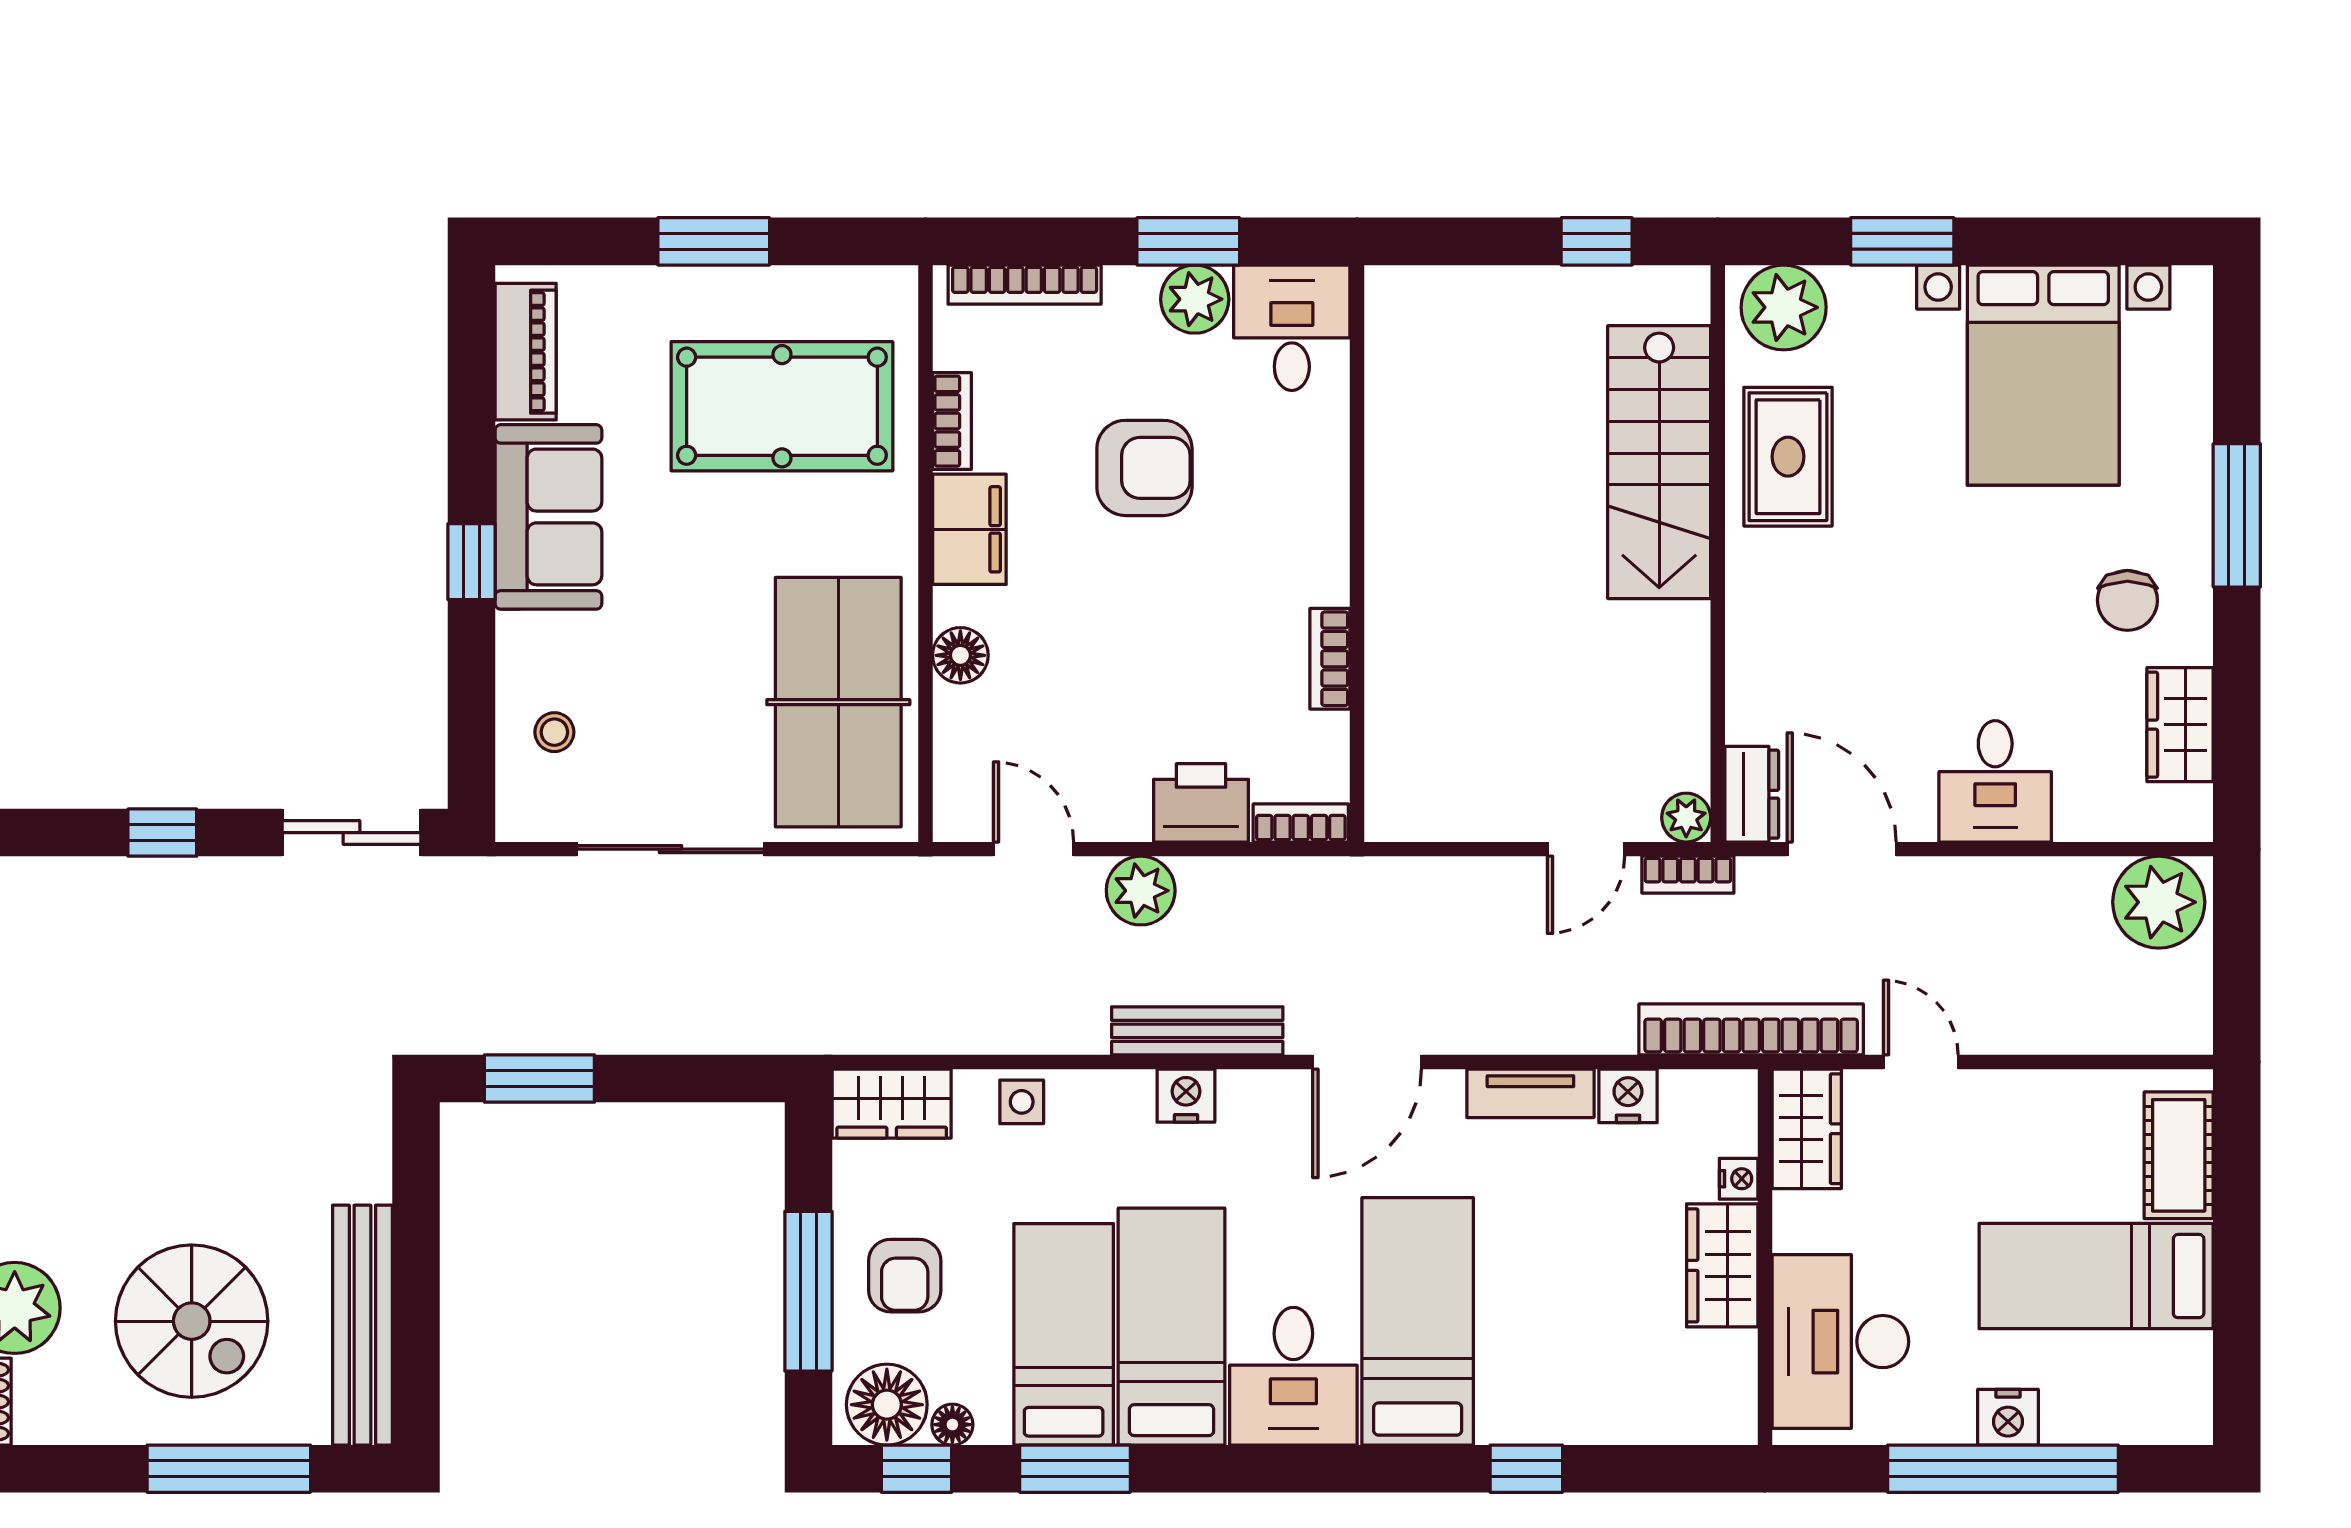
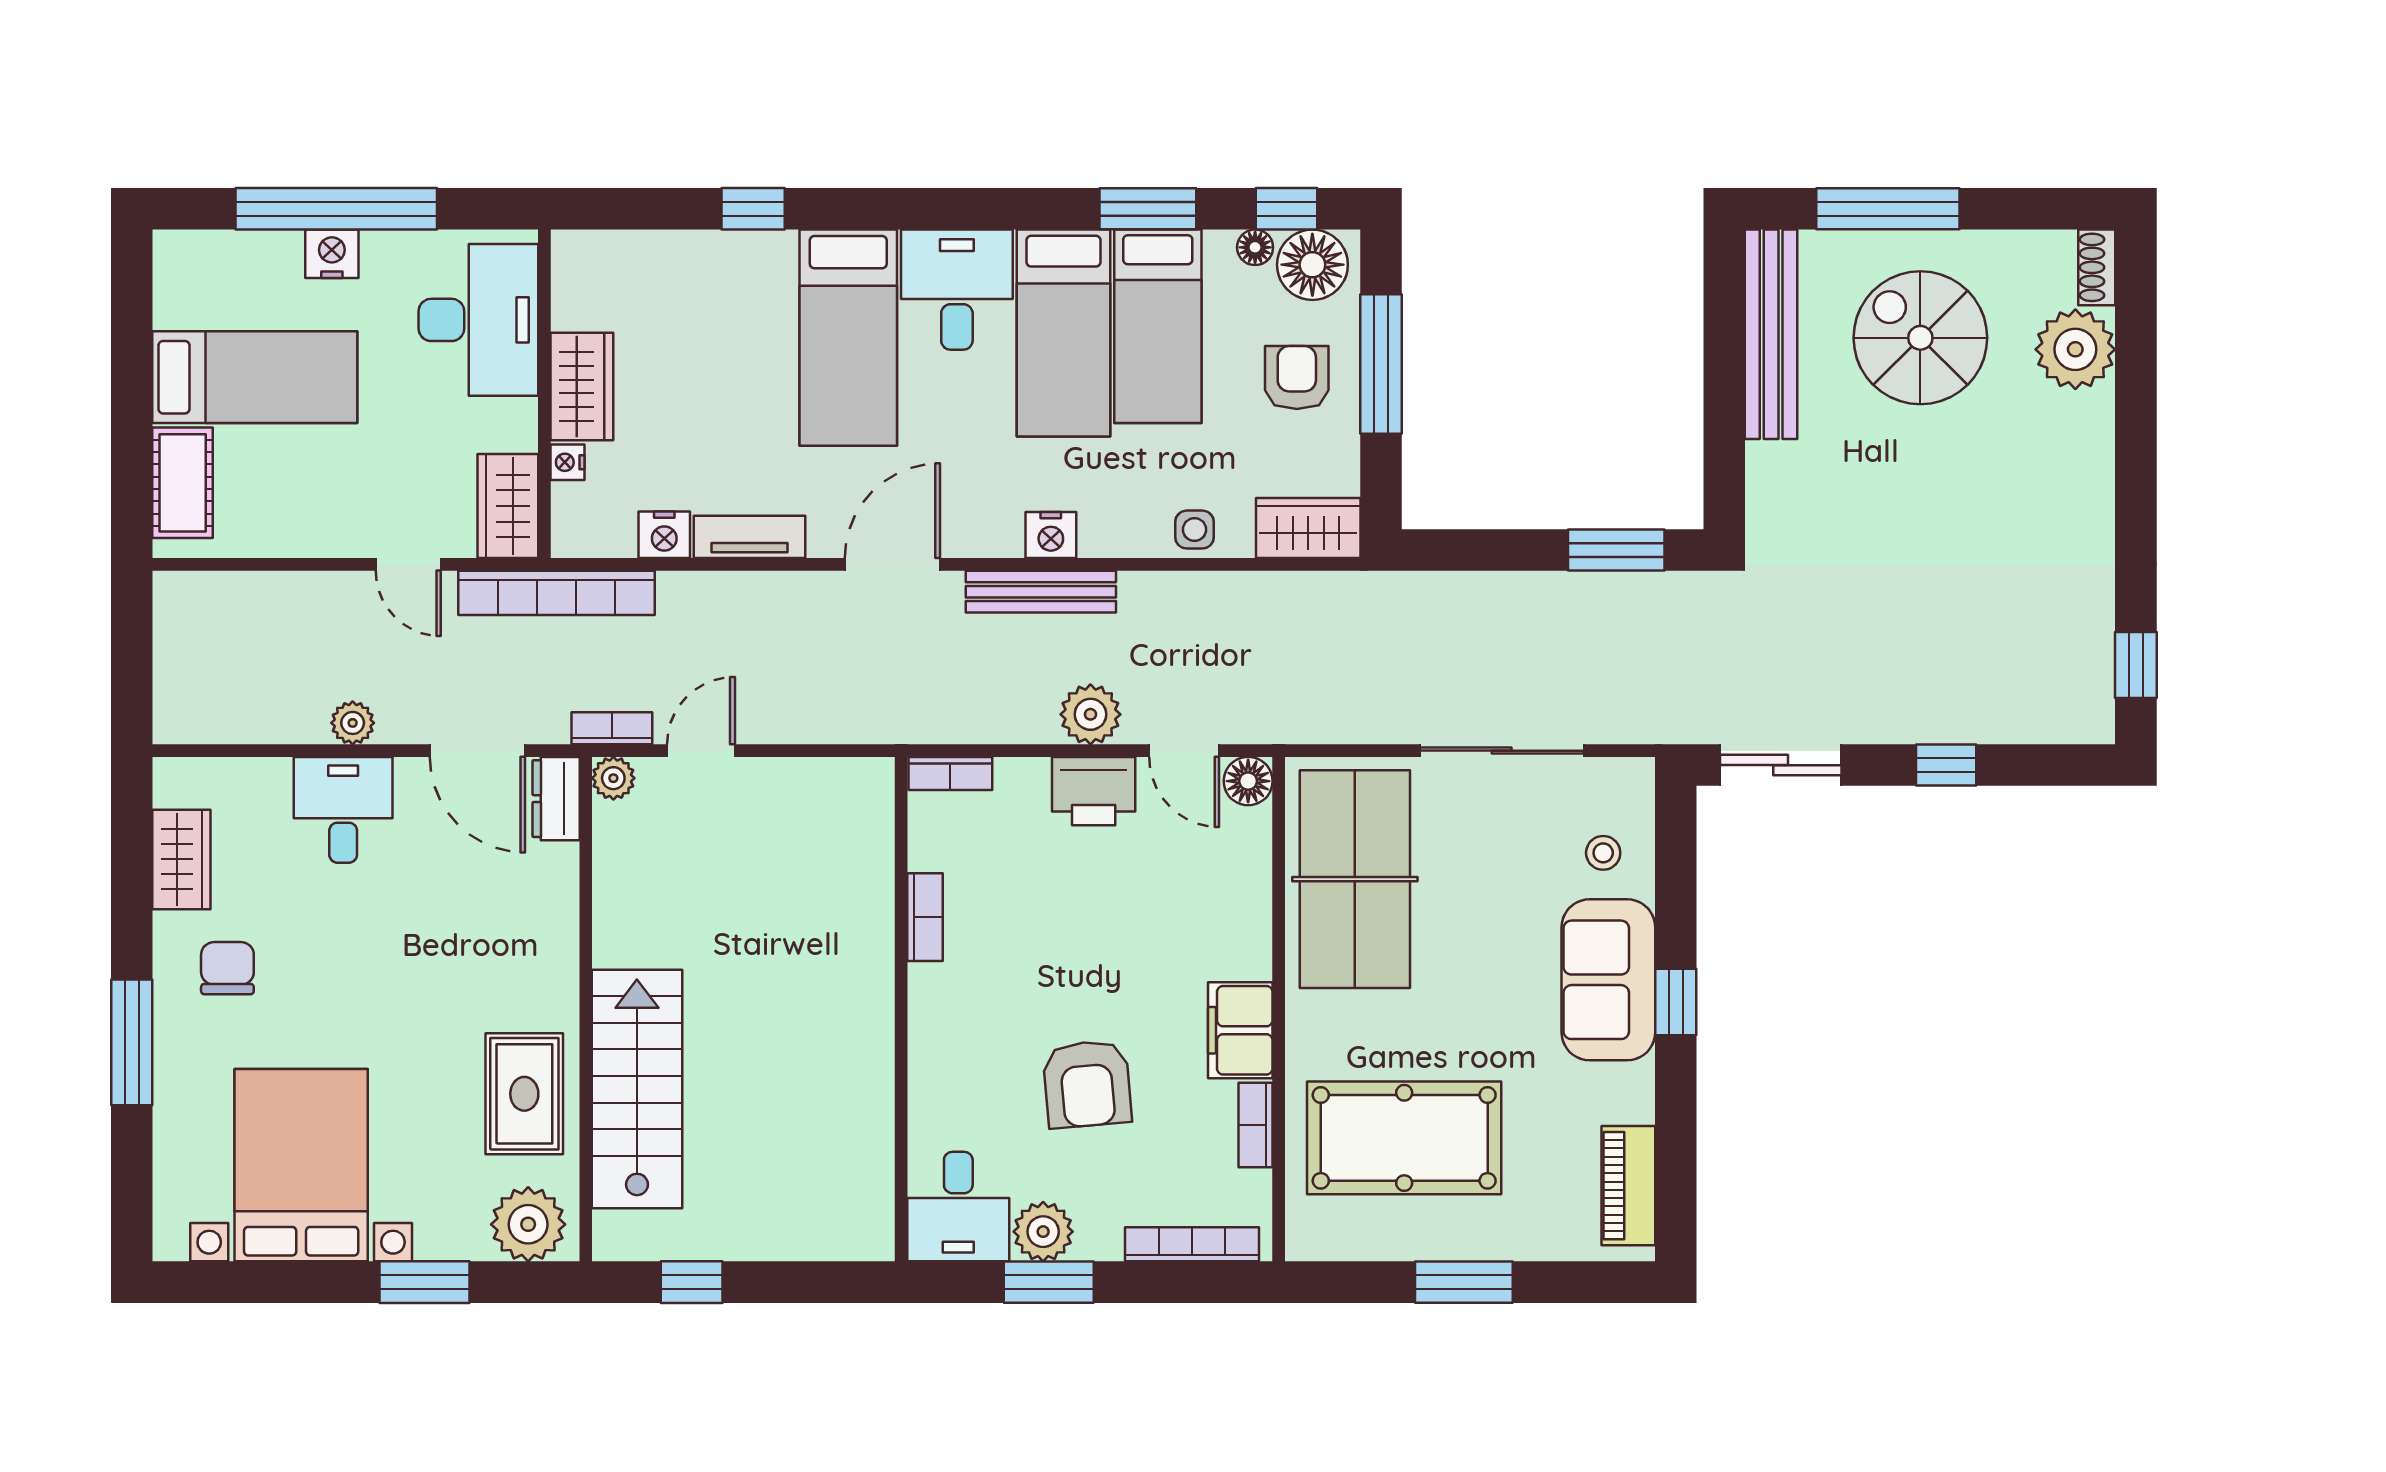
armchair: (1144, 468) -> (1087, 1084), turned -95
sofa: (548, 517) -> (1608, 980), moved
floor lamp: (960, 655) -> (1248, 781), moved
printer: (1201, 803) -> (1094, 791), moved
plant: (2159, 902) -> (353, 723), moved, width x0.53, depth x0.53

